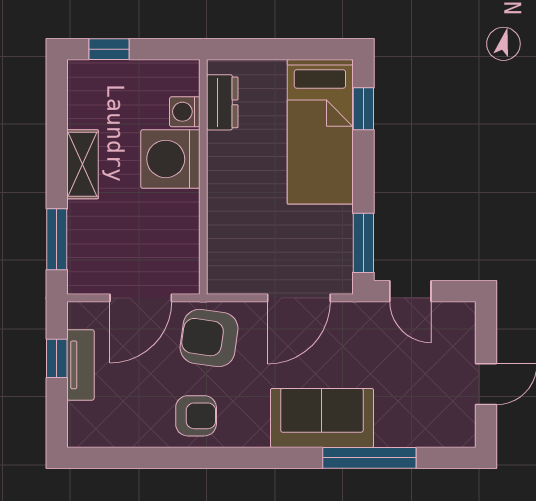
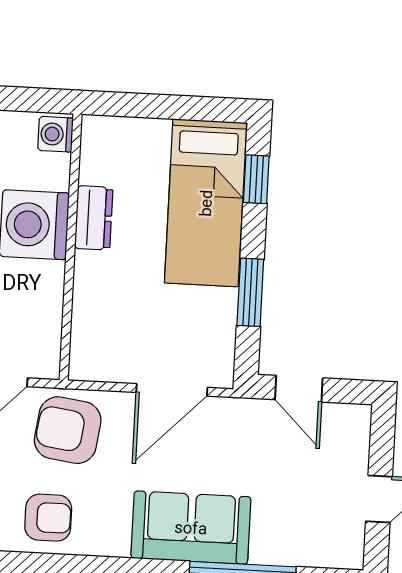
dresser: (222, 102) -> (94, 218), moved
washing machine: (185, 112) -> (56, 134), moved
window: (363, 243) -> (250, 292), moved

